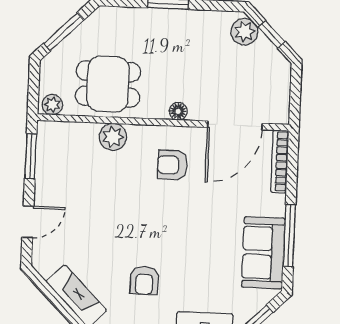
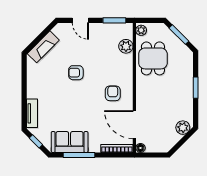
window: (272, 34) -> (182, 142), removed
floor lamp: (178, 111) -> (140, 148), moved
plant: (113, 137) -> (126, 46), moved
armchair: (144, 280) -> (76, 73), moved

